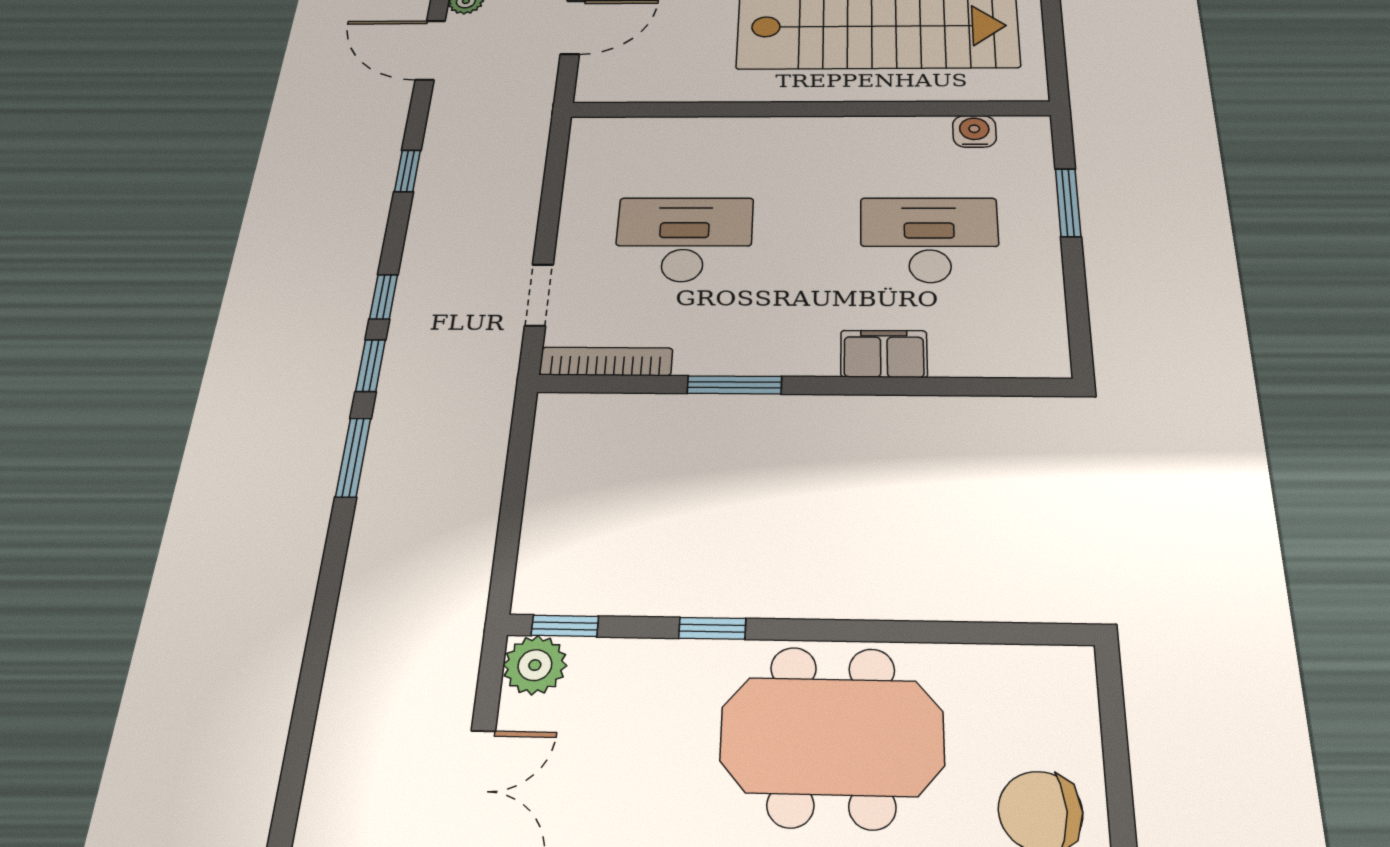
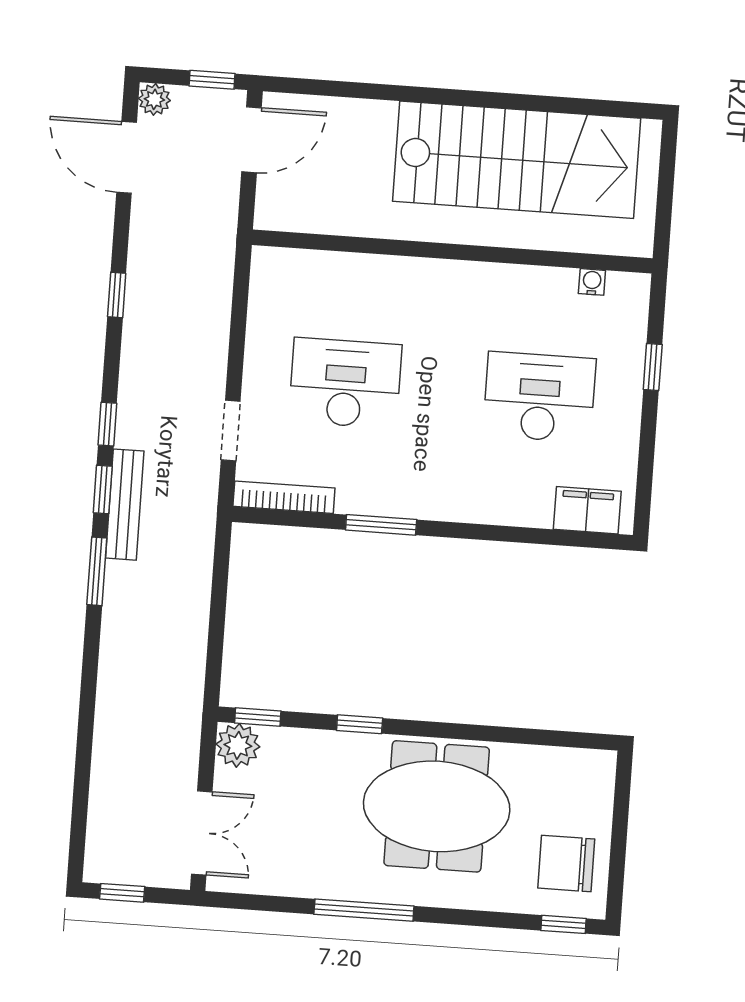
water cooler: (974, 131) -> (592, 282), width x0.72, depth x0.72
window: (1068, 202) -> (653, 367), width x0.67
filing cabinet: (884, 354) -> (587, 510), moved
bench: (398, 380) -> (125, 505), added

